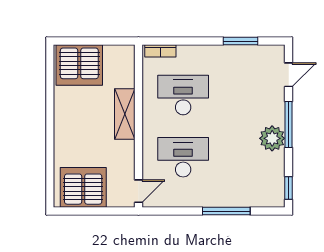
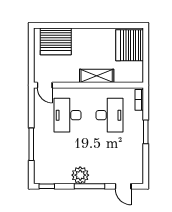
window: (241, 41) -> (146, 132), moved
desk: (183, 157) -> (68, 115), turned 180
server rack: (83, 187) -> (56, 41), moved, turned 90

